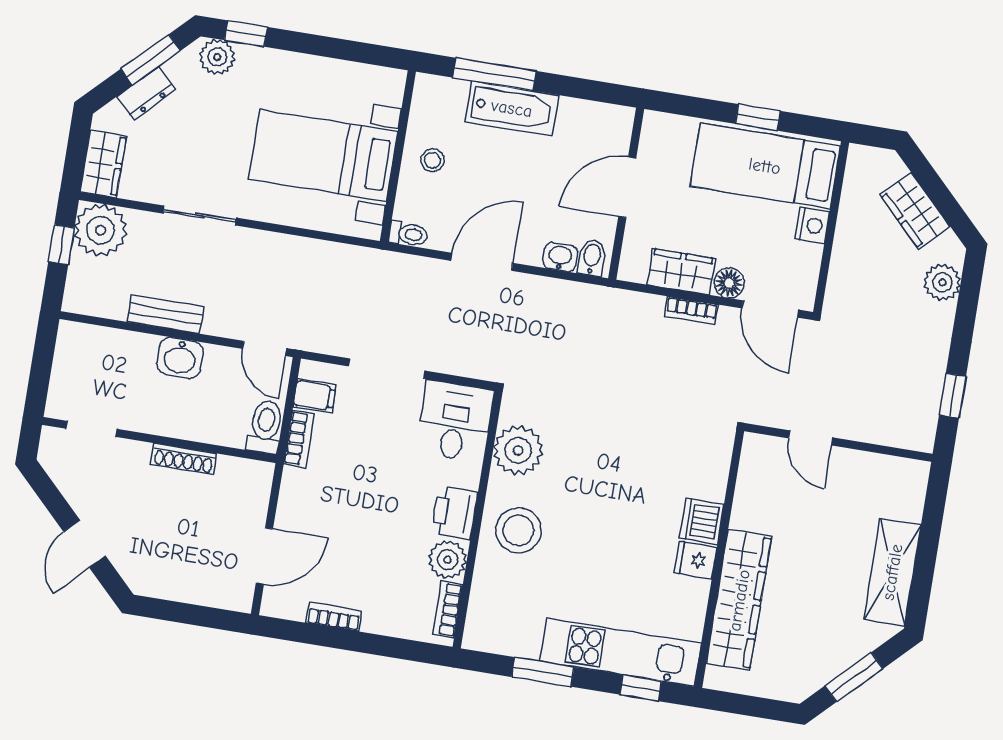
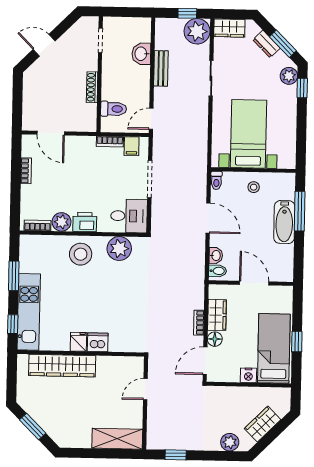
washbasin: (180, 358) -> (141, 54), moved
toilet: (265, 427) -> (114, 109), moved
shelving: (892, 572) -> (117, 439), moved

